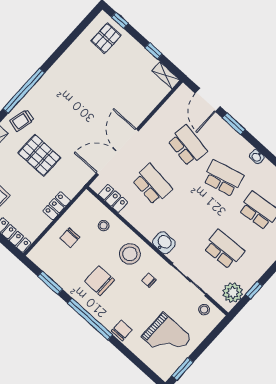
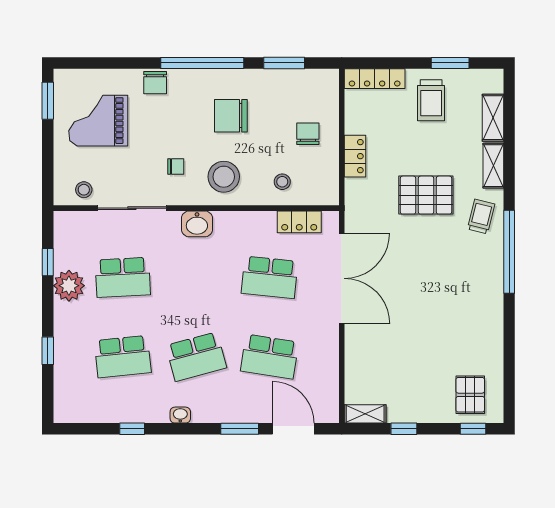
chair: (99, 281) -> (231, 116), turned 180
plant: (233, 293) -> (69, 286), moved

